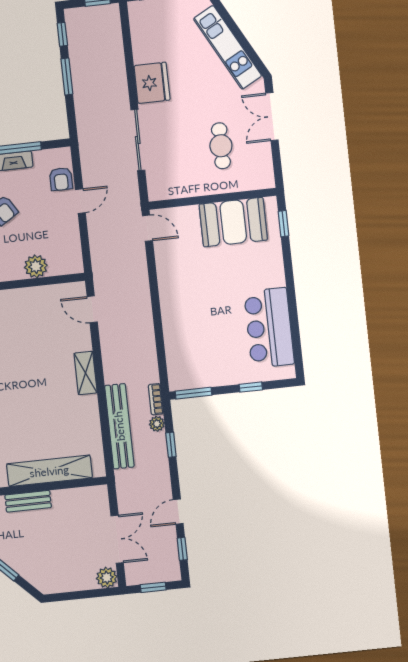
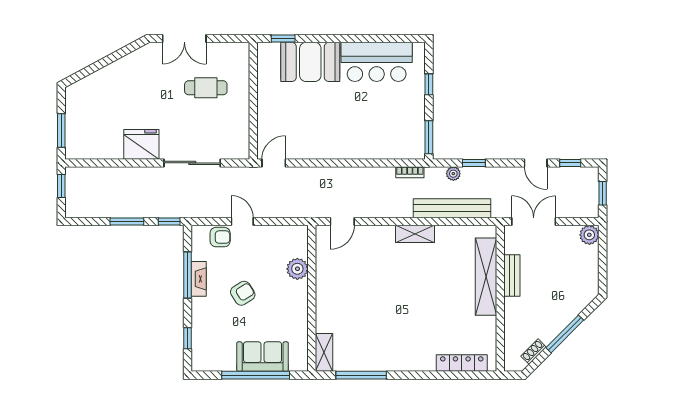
window: (62, 34) -> (169, 221), moved
kitchen unit: (228, 47) -> (117, 72), removed
booth: (233, 222) -> (310, 62), moved, turned 90
shelving: (86, 373) -> (415, 234), moved
bookcase: (156, 399) -> (410, 172), moved
bench: (28, 501) -> (512, 275), moved
double door: (117, 539) -> (534, 221), moved

